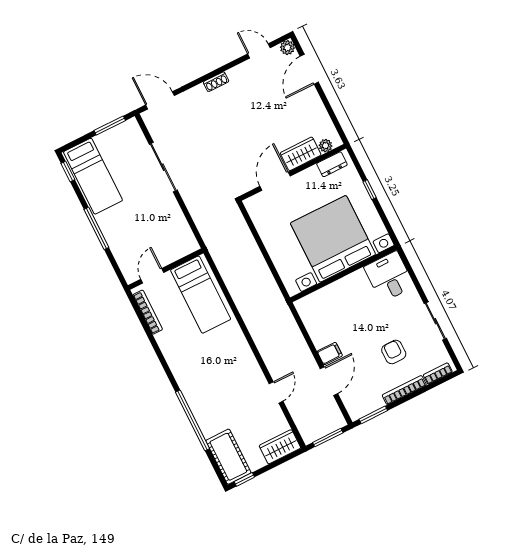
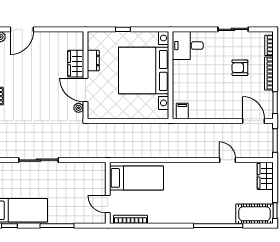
door: (309, 69) -> (22, 29), hinge flipped
plant: (326, 146) -> (79, 108), moved
dresser: (332, 164) -> (93, 60), moved
filing cabinet: (330, 354) -> (182, 111), moved
door: (329, 381) -> (254, 121), moved

